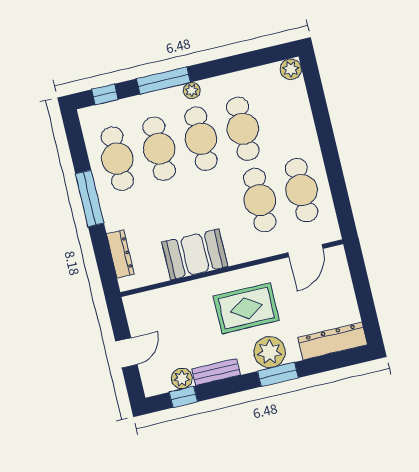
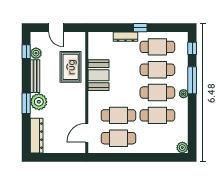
window: (90, 198) -> (140, 28), width x0.46
door: (305, 251) -> (87, 133), hinge flipped
dresser: (120, 254) -> (125, 37), moved
rug: (246, 308) -> (71, 67), moved
bench: (216, 372) -> (35, 76), width x1.36

